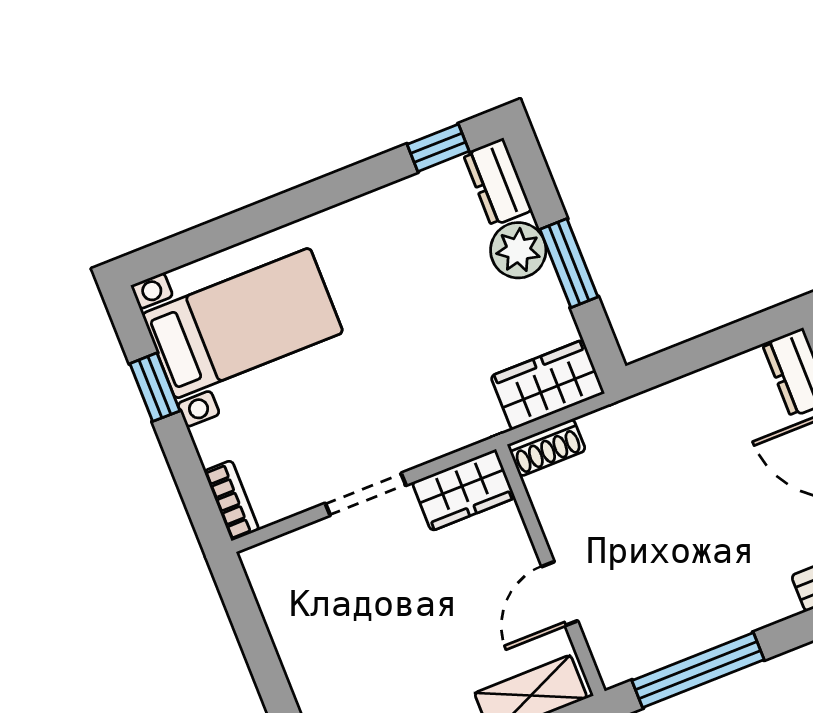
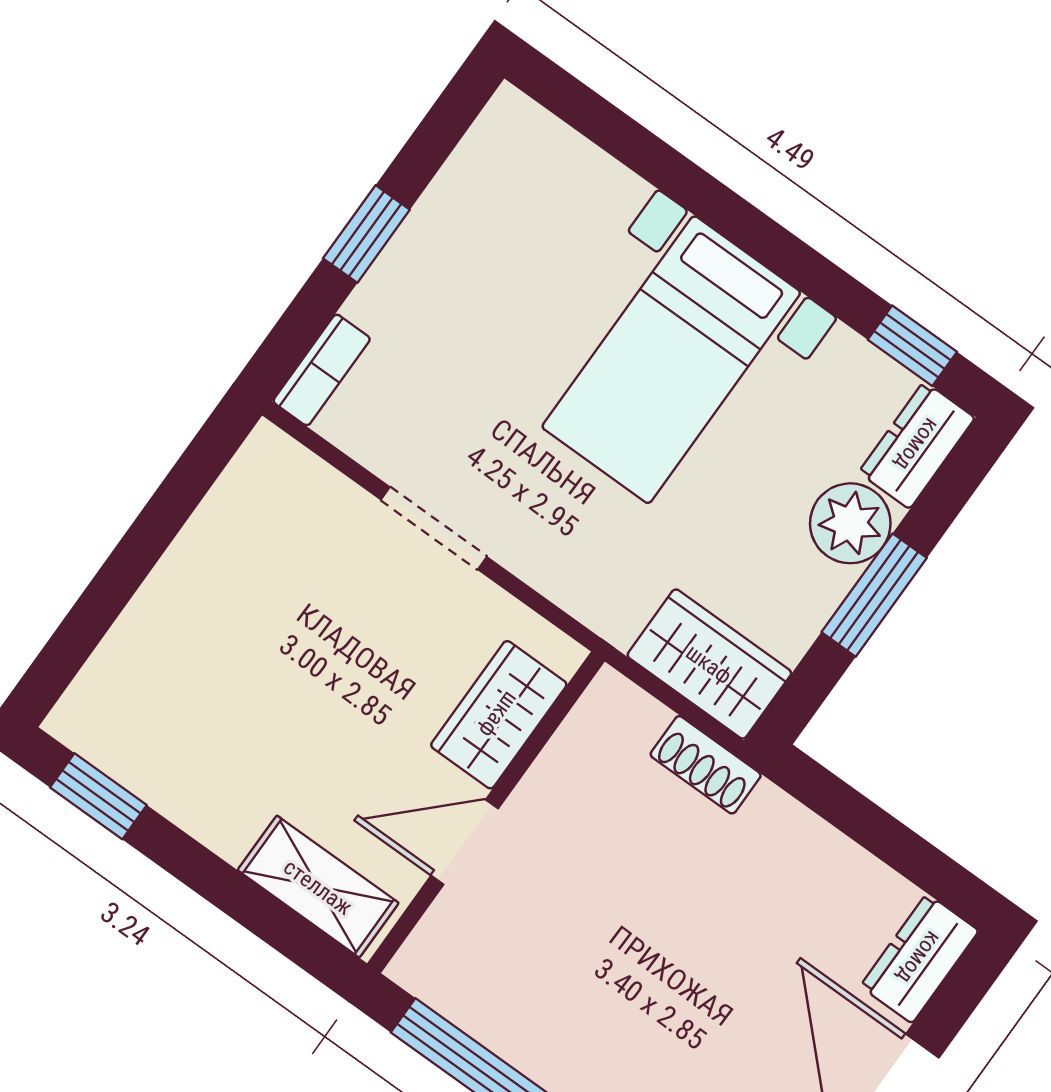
bed with nightstands: (243, 323) -> (671, 360), moved, turned 90
window: (155, 387) -> (366, 234), moved
shoe rack: (547, 448) -> (706, 765), moved
wardrobe: (464, 490) -> (499, 715), moved, turned 90

